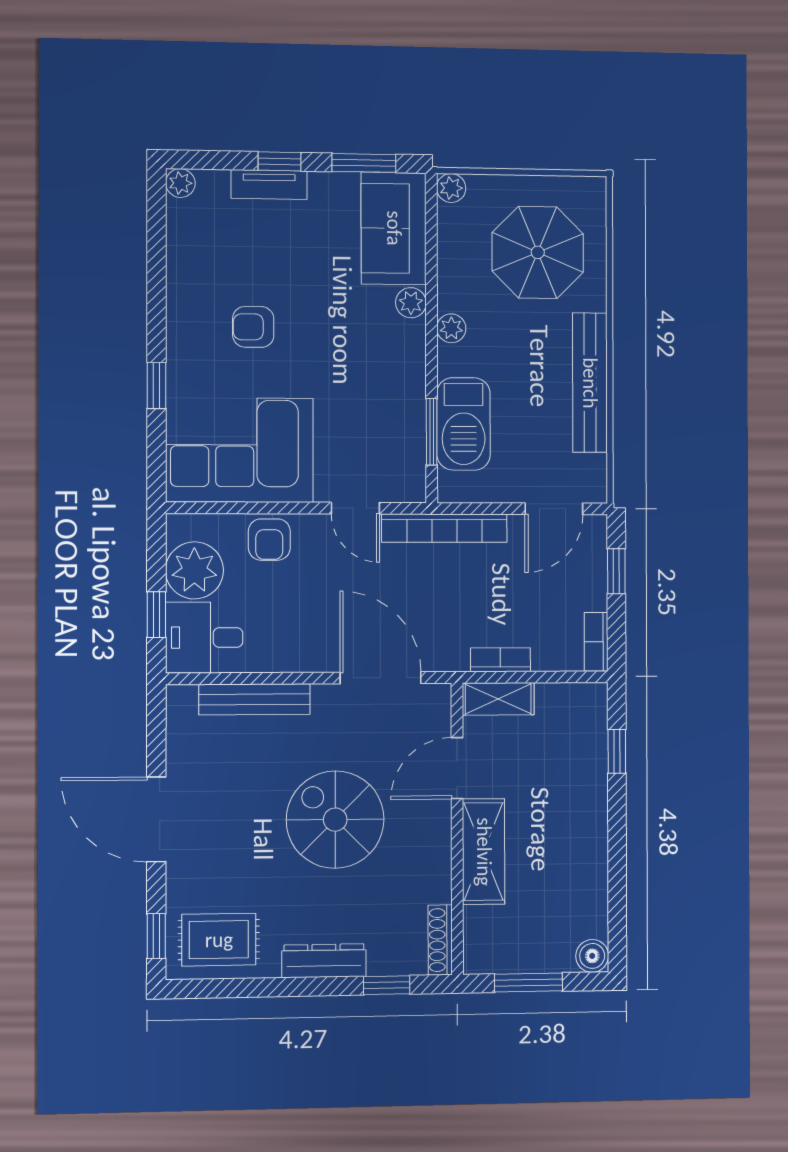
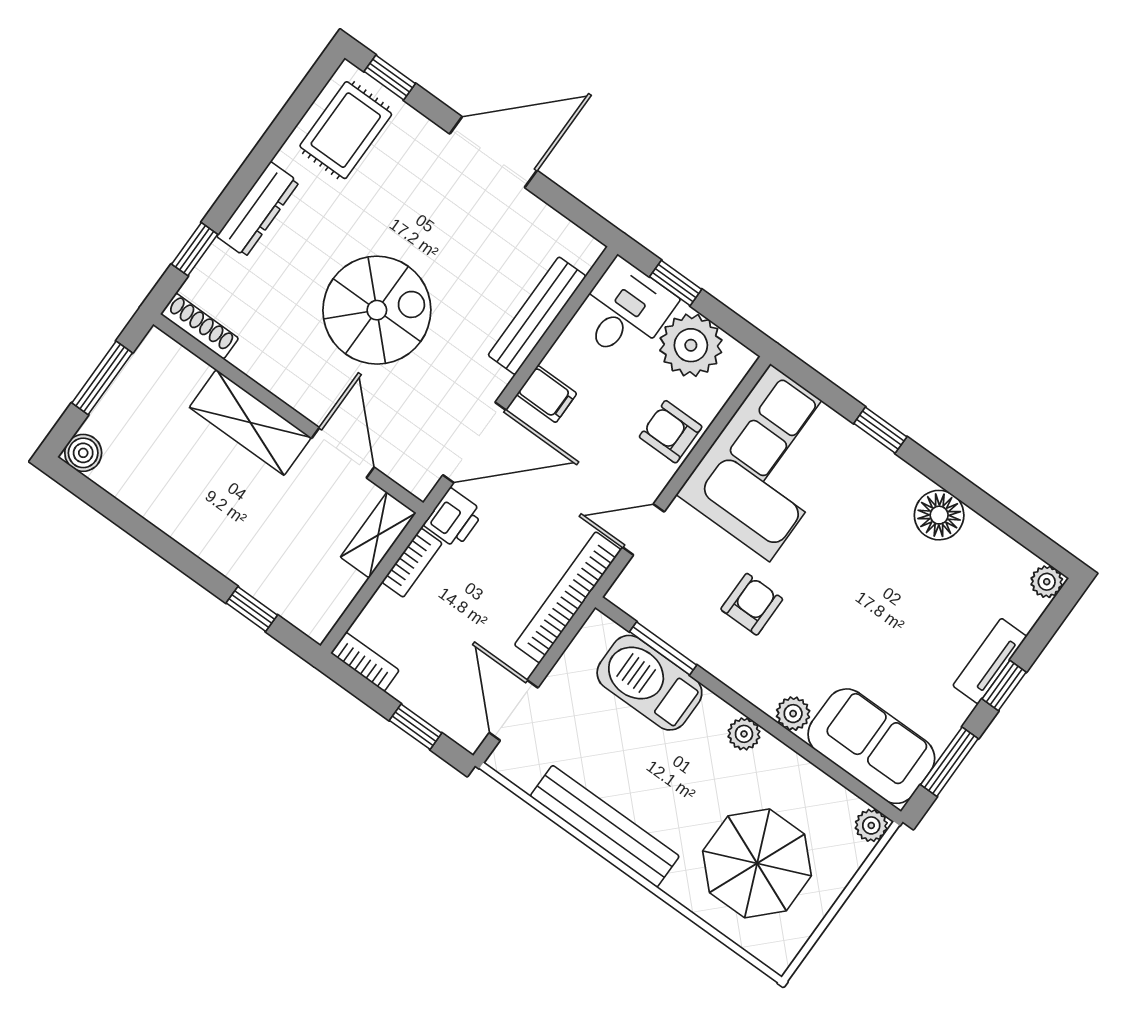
floor lamp: (188, 297) -> (939, 515), added
armchair: (253, 327) -> (752, 604), moved
filing cabinet: (307, 651) -> (547, 394), added
printer: (447, 653) -> (454, 518), added

